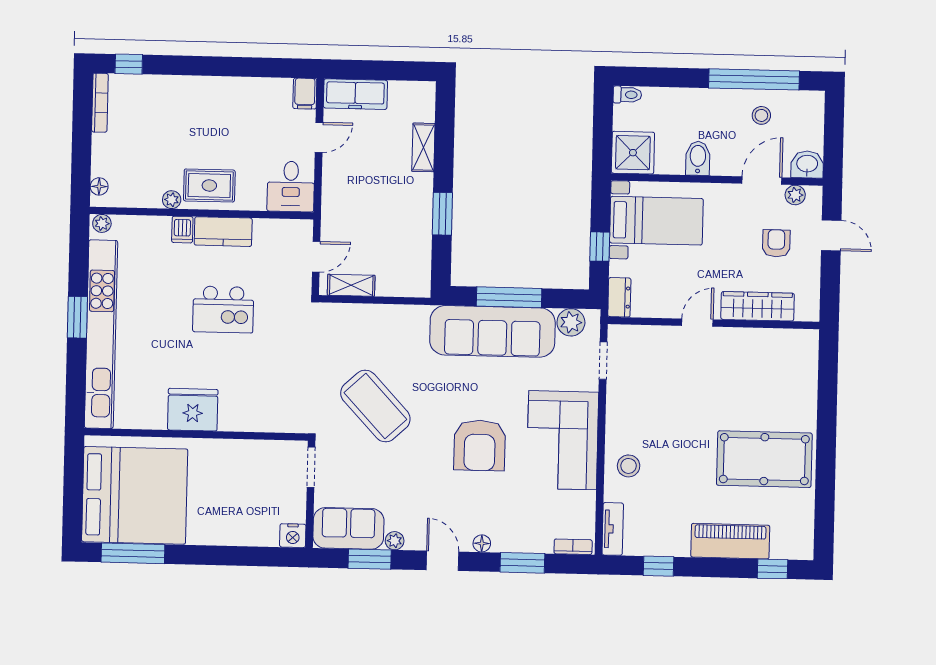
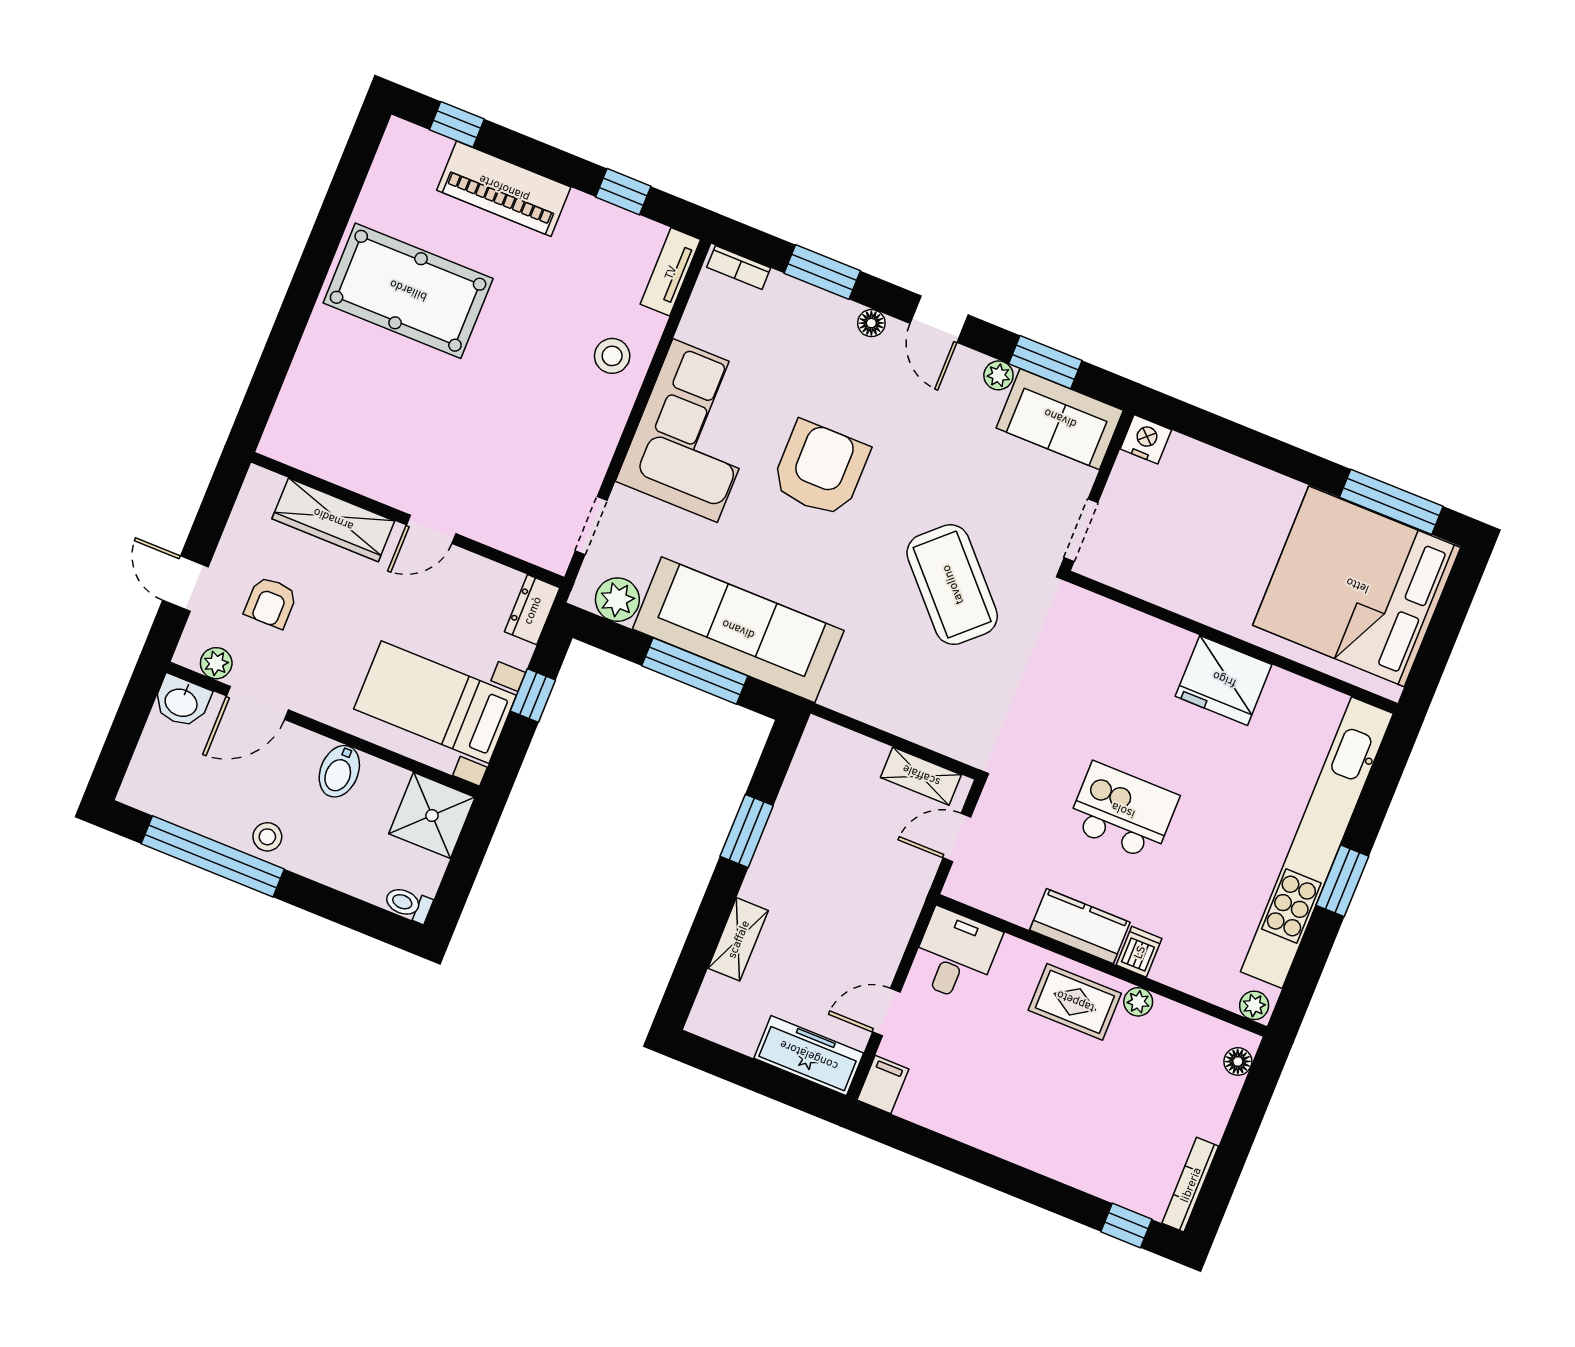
stool: (761, 115) -> (267, 837), moved

